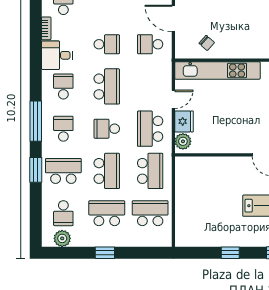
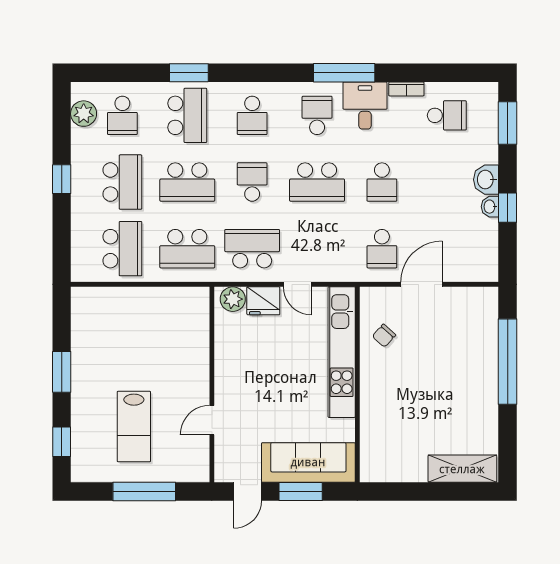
school desk: (150, 44) -> (382, 249), turned 180
school desk: (63, 86) -> (317, 115), turned -90
window: (36, 121) -> (344, 73), moved
school desk: (63, 129) -> (252, 115), turned 90
school desk: (63, 213) -> (122, 115), turned -90
window: (230, 253) -> (62, 372), width x1.50

